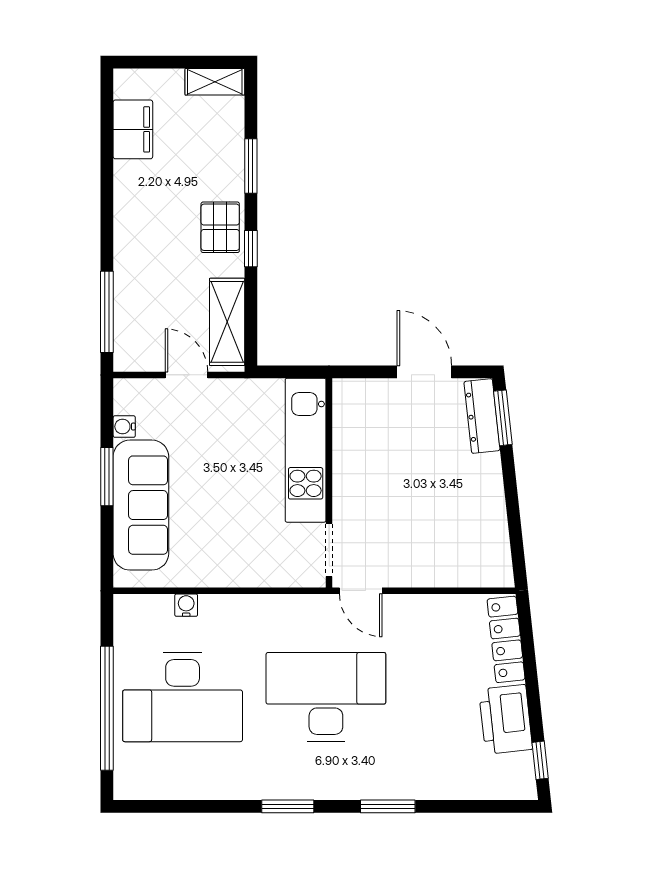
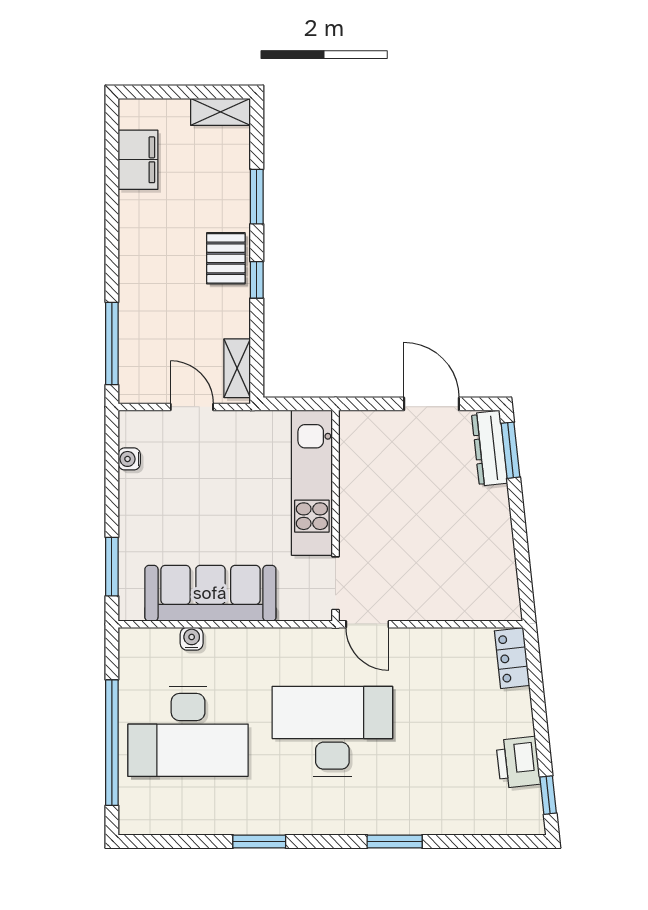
shelving: (227, 322) -> (237, 368), width x0.67, depth x0.75
window: (107, 477) -> (112, 567), moved
sofa: (141, 505) -> (210, 593), moved, turned -90
locker: (506, 639) -> (512, 658), width x0.66
printer: (506, 719) -> (518, 762), width x0.73, depth x0.84
window: (288, 806) -> (259, 842), moved

